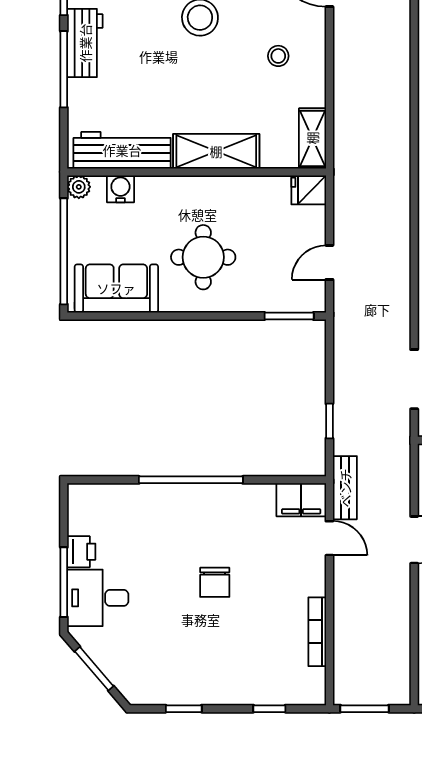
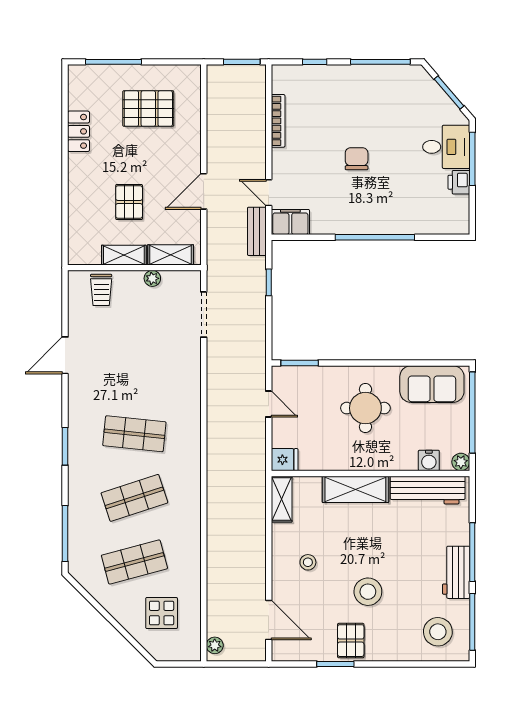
door: (329, 262) -> (269, 404), hinge flipped
window: (184, 709) -> (380, 62), width x2.17

